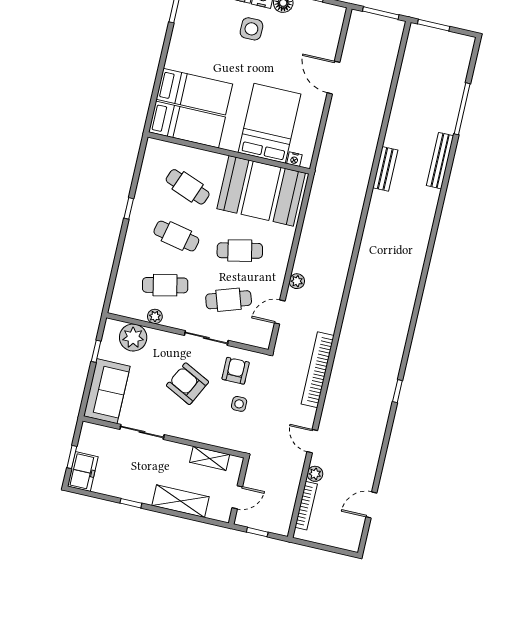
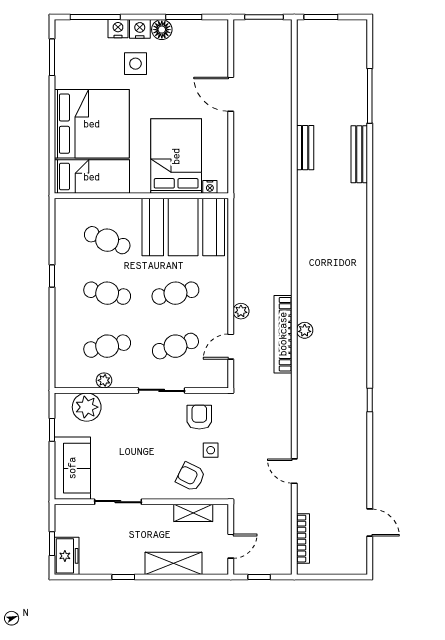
bed: (194, 92) -> (92, 124), width x2.04
bench: (385, 169) -> (305, 148), moved
bookcase: (318, 370) -> (283, 334), moved
armchair: (187, 384) -> (191, 477), moved, width x0.72, depth x0.72
plant: (315, 474) -> (305, 330), moved
door: (371, 505) -> (370, 523), swing flipped

